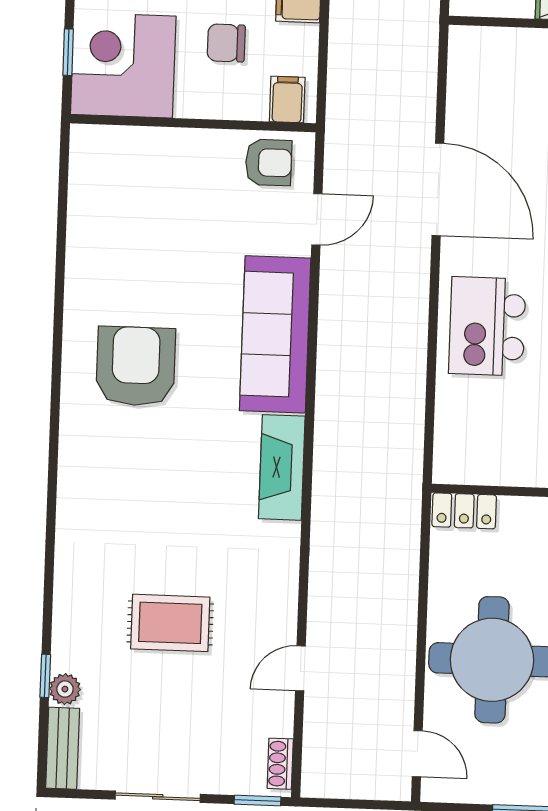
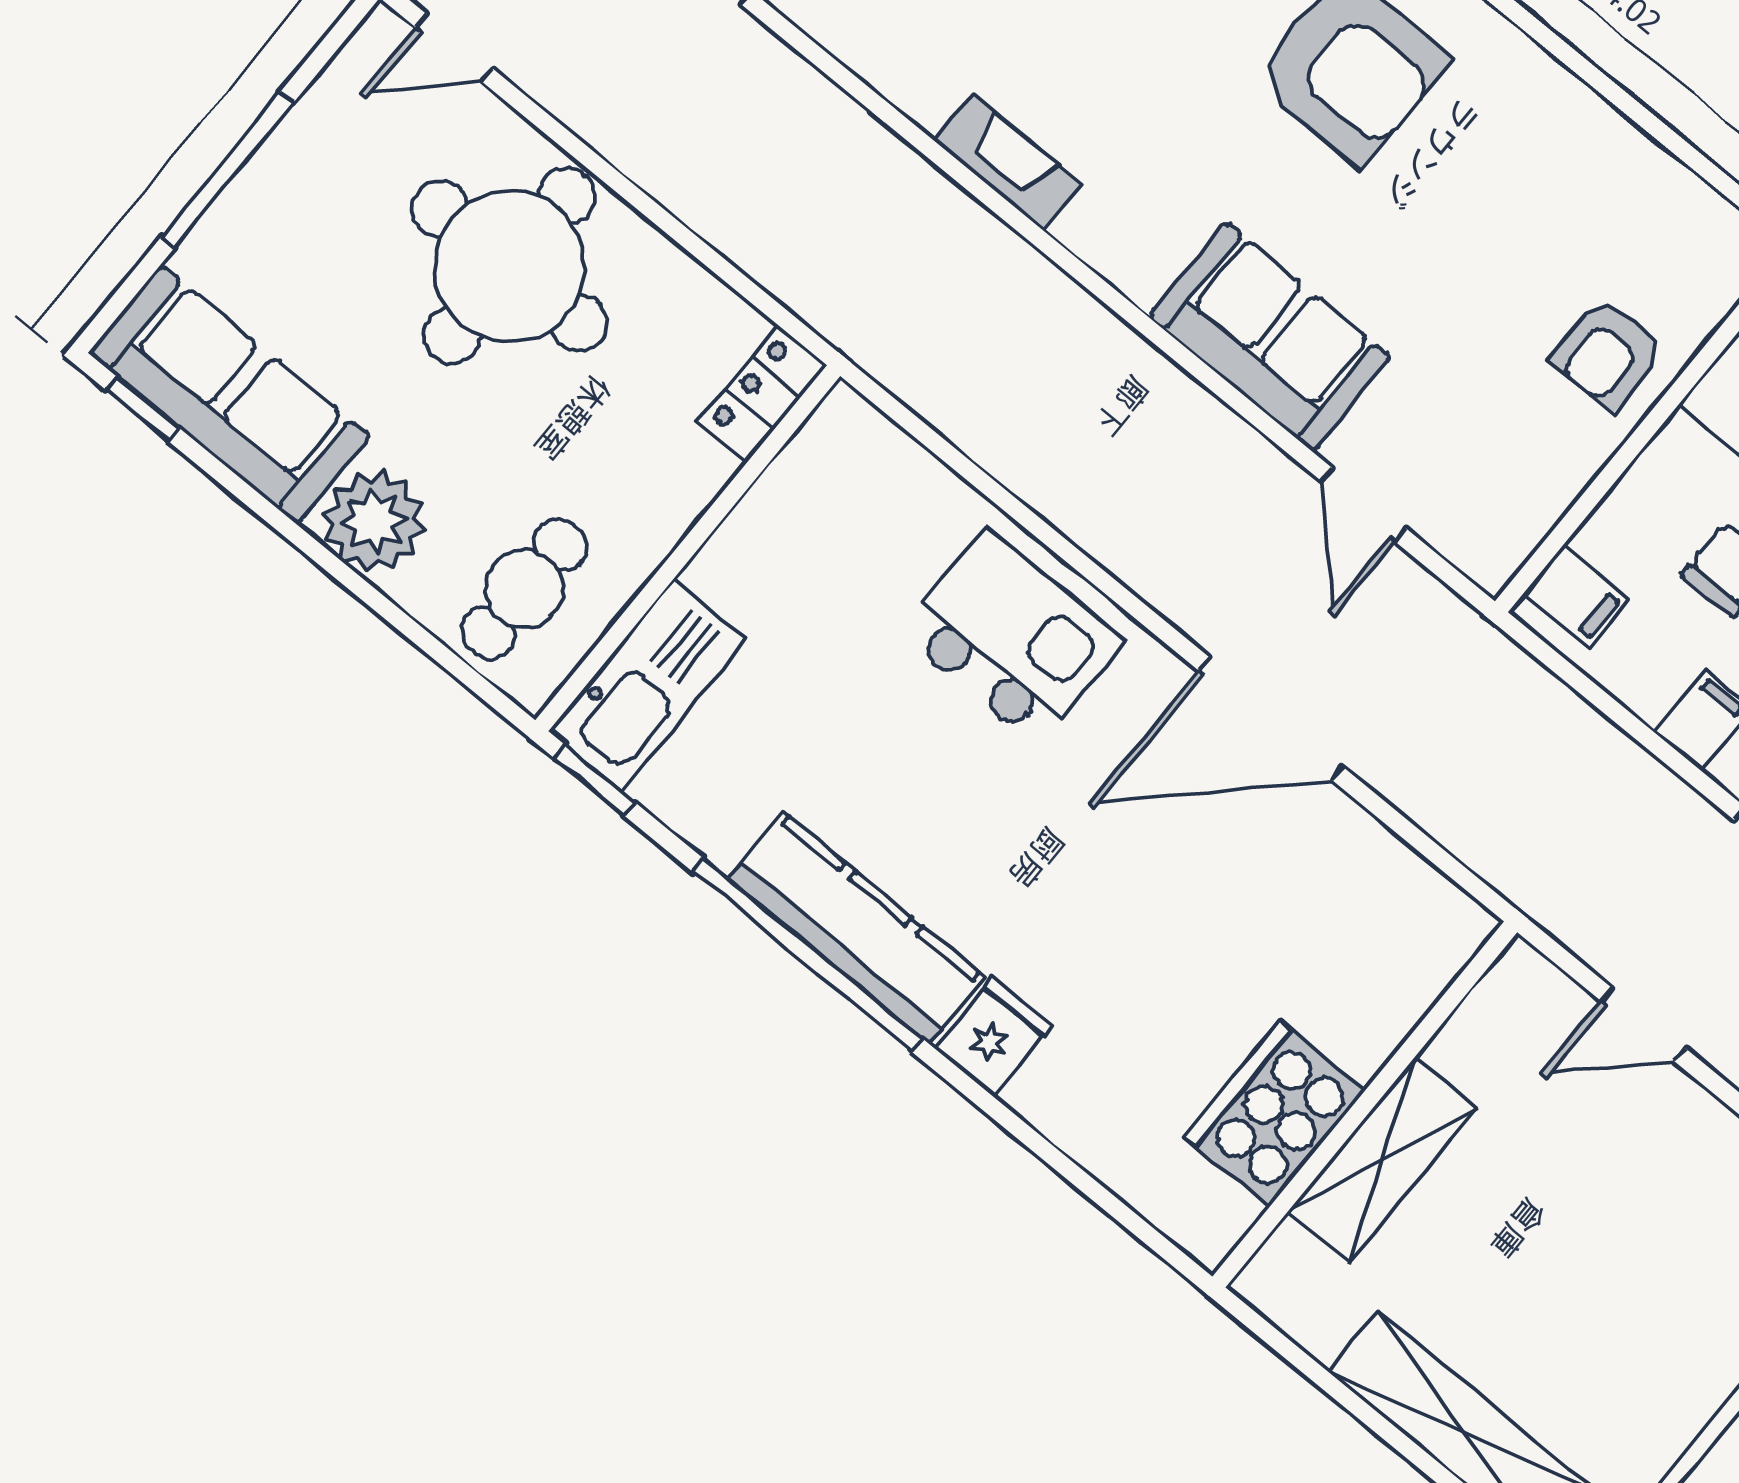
armchair: (269, 162) -> (1607, 354), moved
sofa: (275, 334) -> (1269, 337), width x0.73
fireplace: (282, 467) -> (1008, 162), width x0.73, depth x0.76

